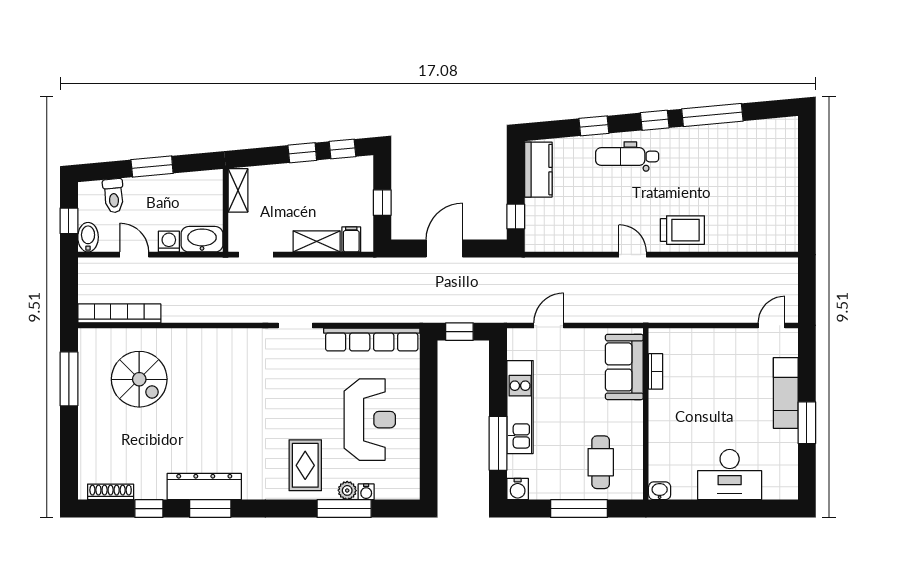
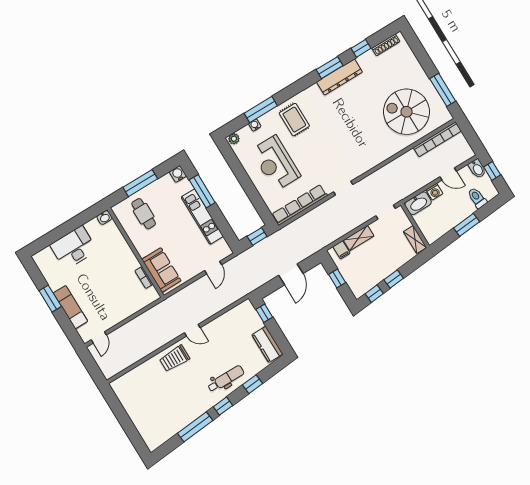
spiral stairs: (139, 379) -> (406, 112), width x1.37, depth x1.37
plant: (347, 490) -> (234, 139), moved

